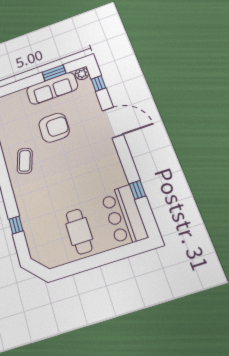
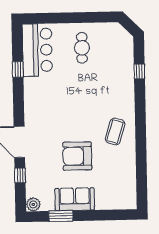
window: (98, 83) -> (20, 175), moved
sofa: (52, 88) -> (75, 199), width x0.73
cafe table: (79, 231) -> (82, 48), width x0.73, depth x0.74

